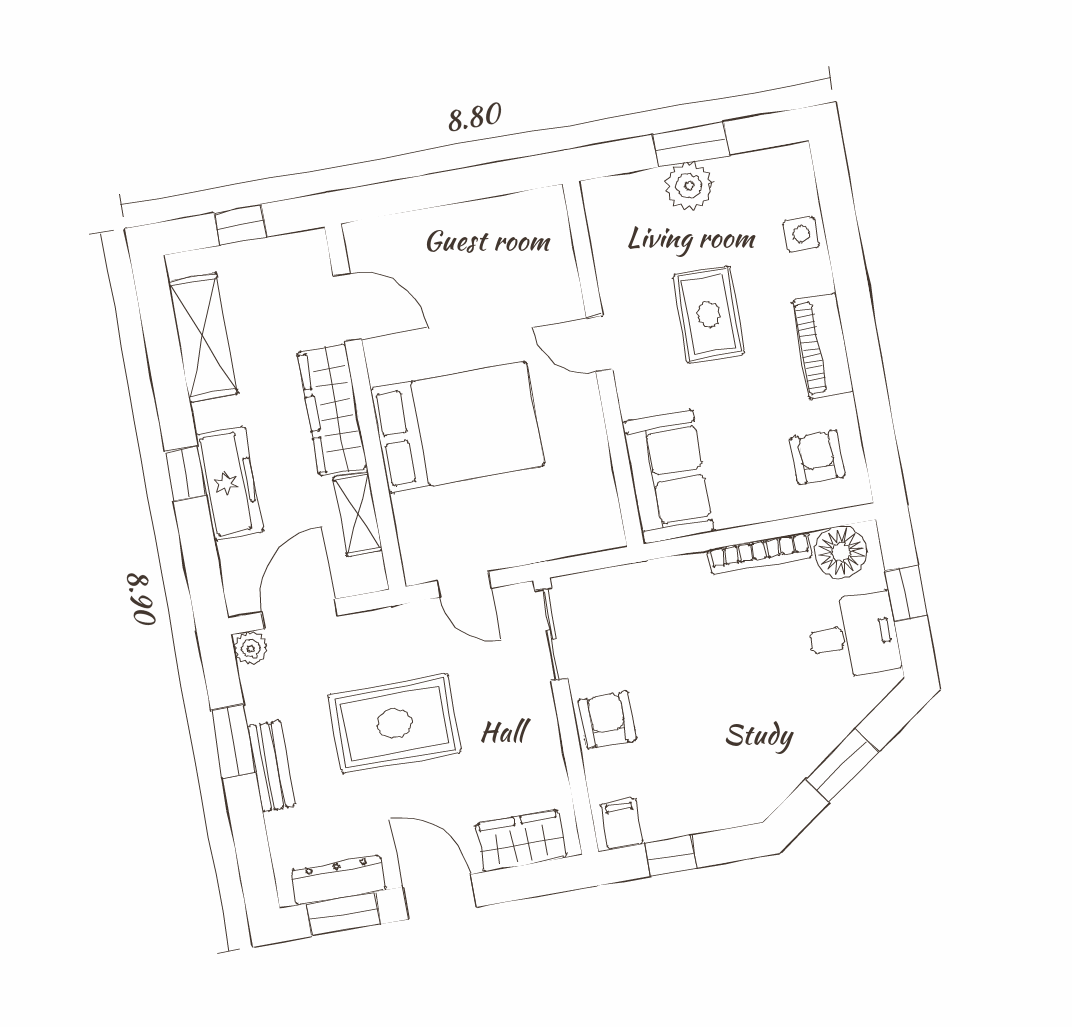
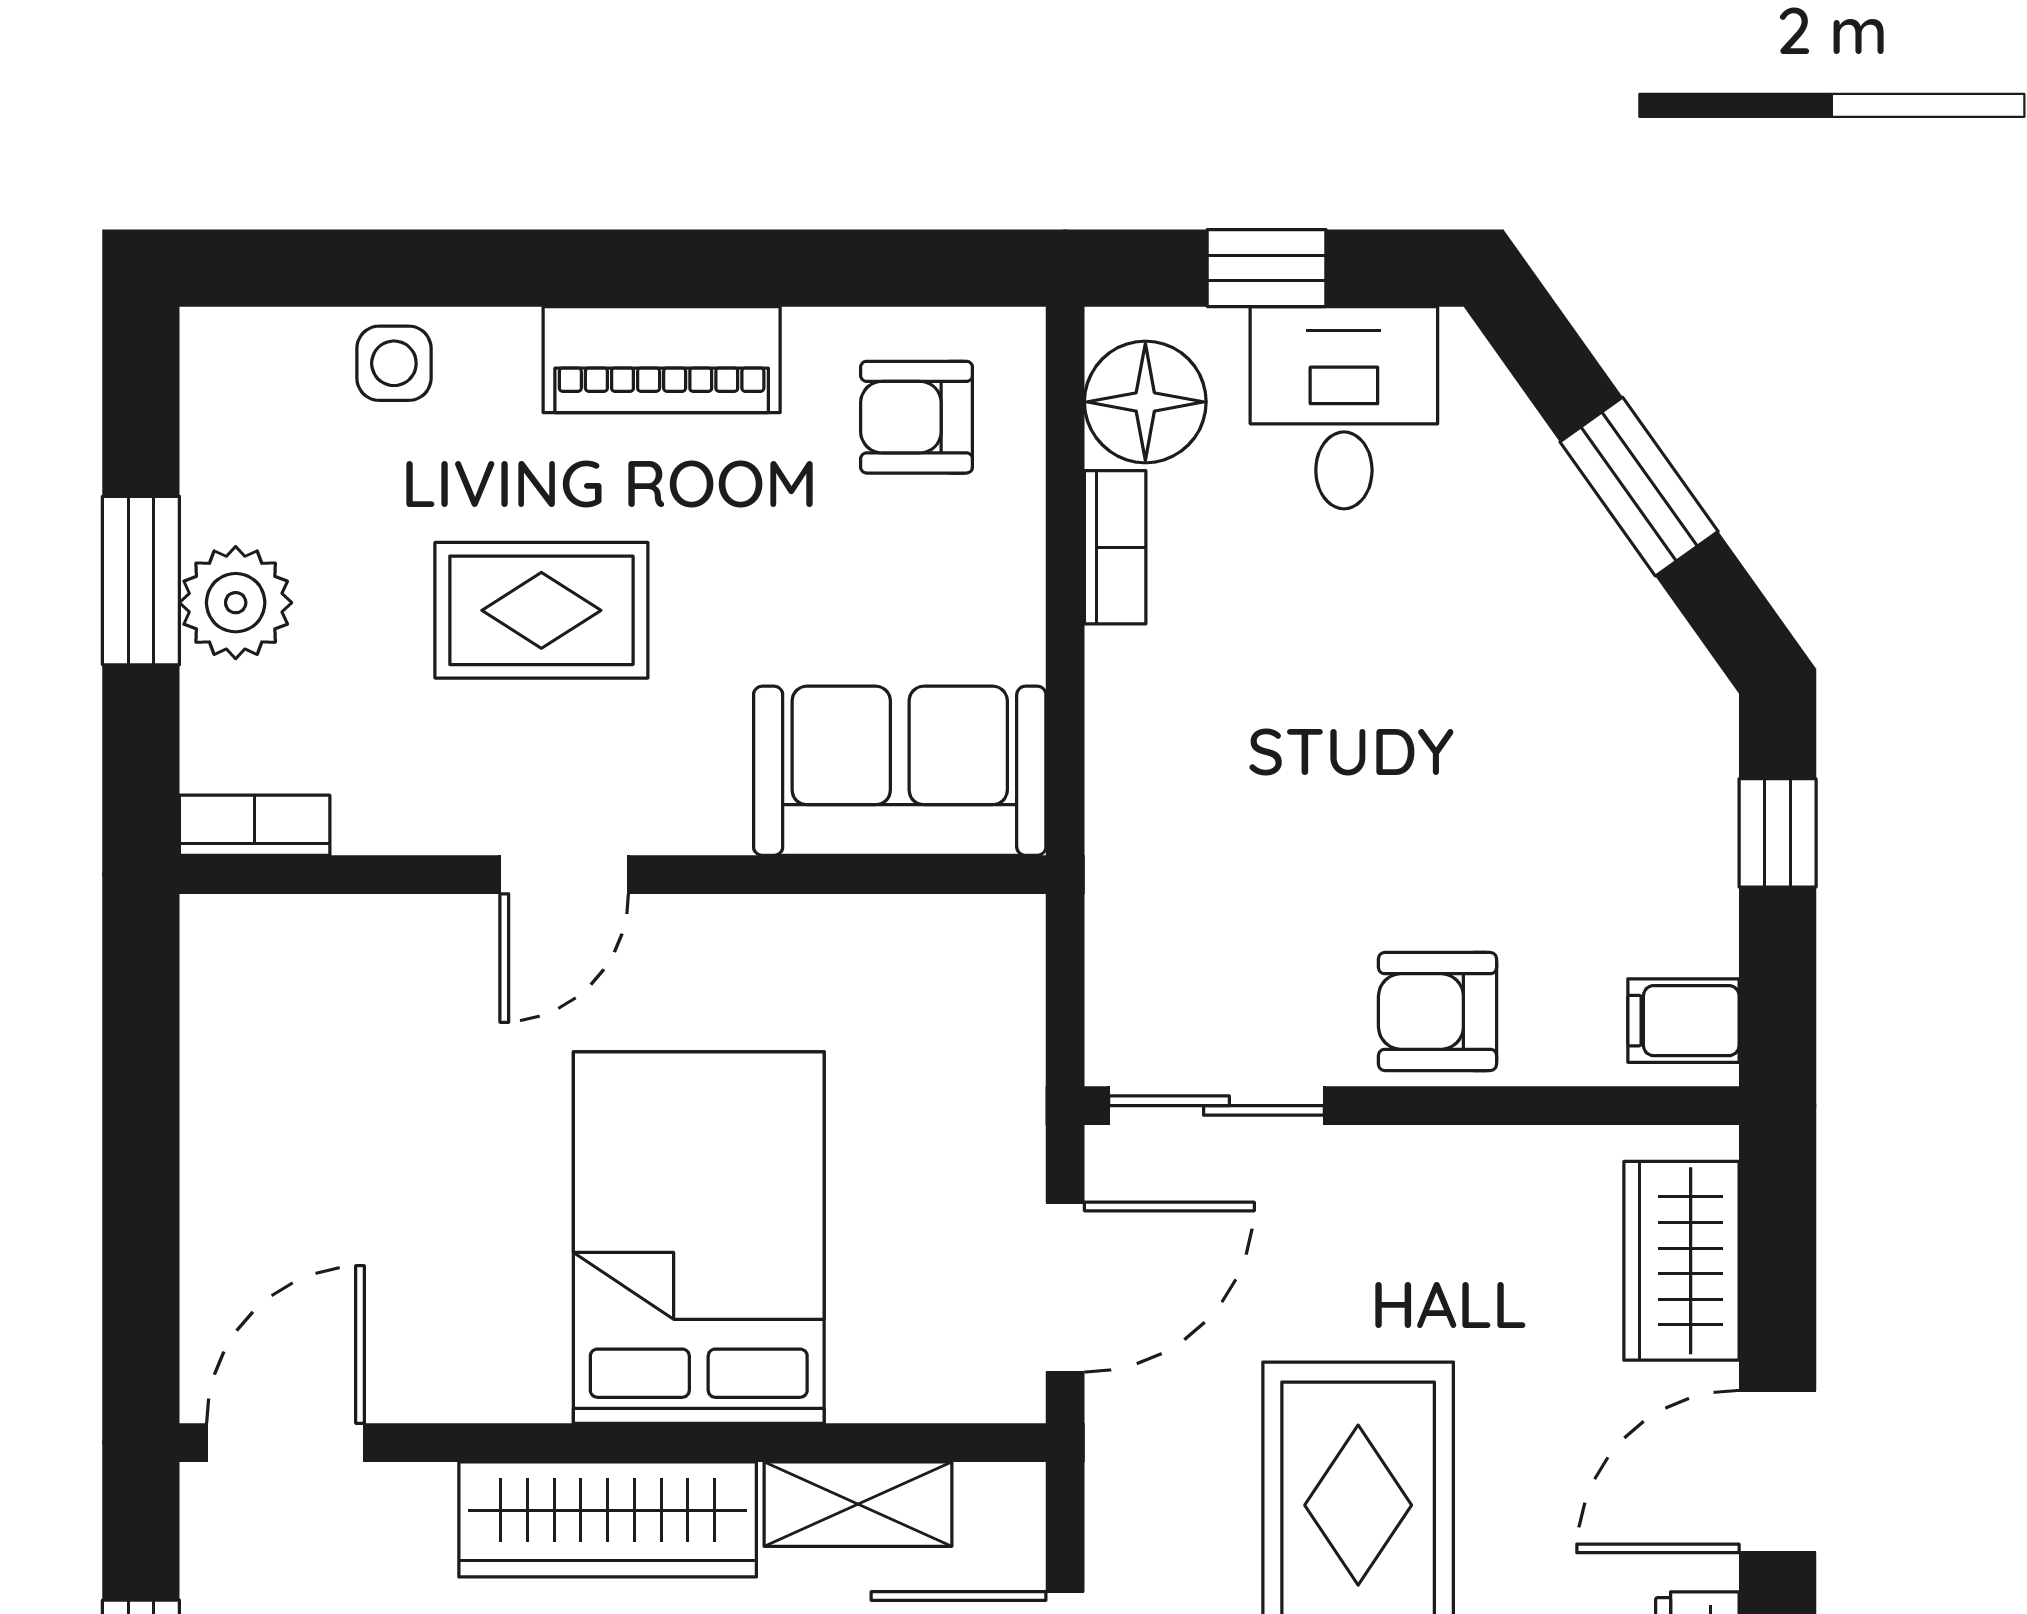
bookcase: (597, 210) -> (255, 825), added
door: (347, 307) -> (285, 1443), moved
bookcase: (760, 553) -> (1115, 547), width x0.64
door: (464, 585) -> (1065, 1287), width x1.38
window: (671, 856) -> (1778, 833), moved

